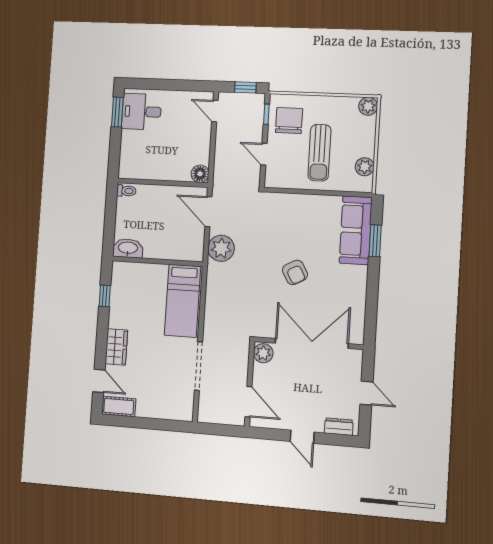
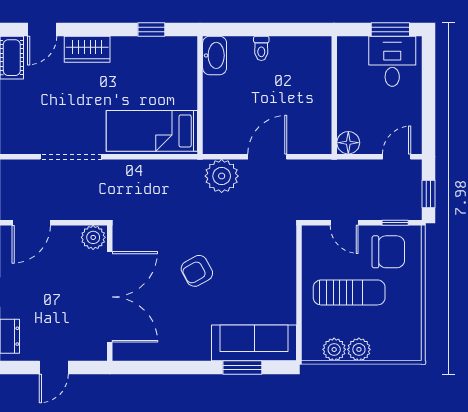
plant: (368, 106) -> (359, 349), moved
sun lounger: (319, 153) -> (349, 292), turned 180
door: (264, 154) -> (344, 223), swing flipped
floor lamp: (200, 174) -> (348, 143), moved
wall: (163, 183) -> (334, 95), moved
toilet: (126, 191) -> (261, 48), moved

